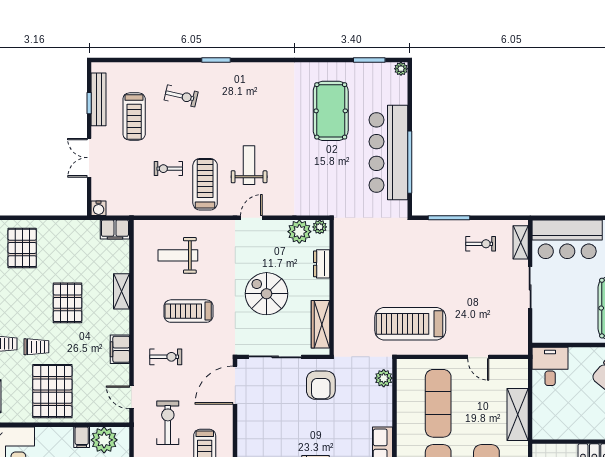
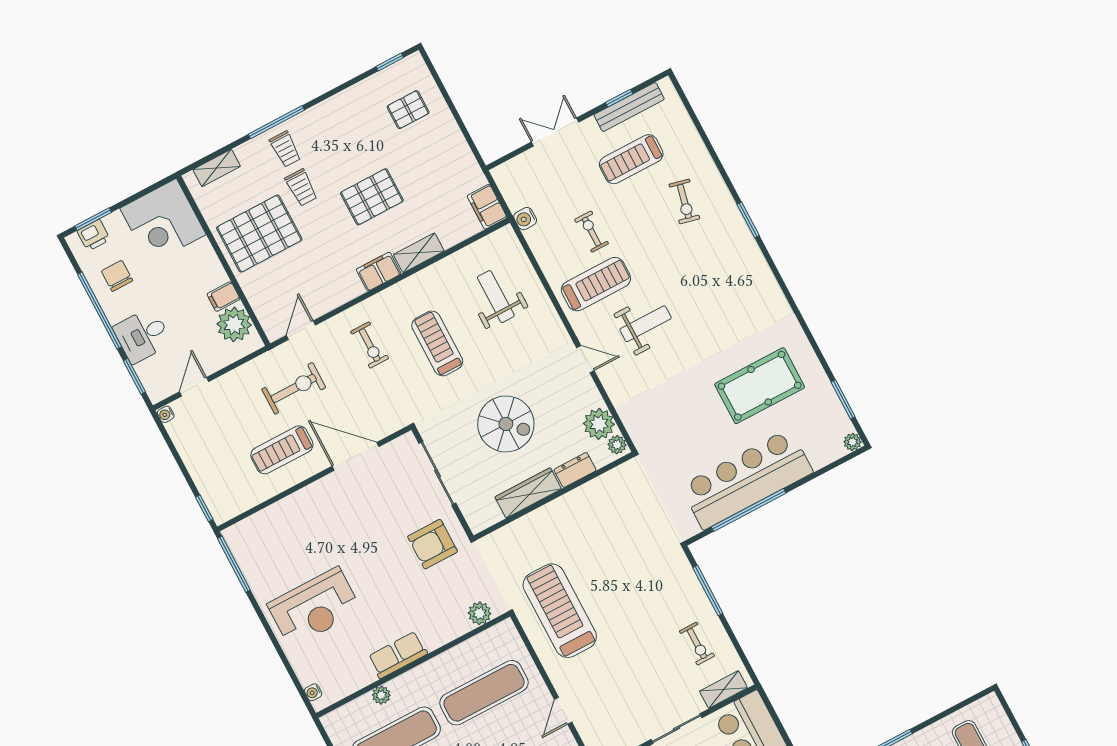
water cooler: (99, 208) -> (525, 219), moved
pallet: (22, 248) -> (408, 110), width x0.67, depth x0.71
spiral stairs: (267, 294) -> (506, 424), turned 90
wardrobe: (320, 324) -> (528, 493), moved
filing cabinet: (120, 349) -> (379, 272), moved
door: (235, 385) -> (355, 456), moved

